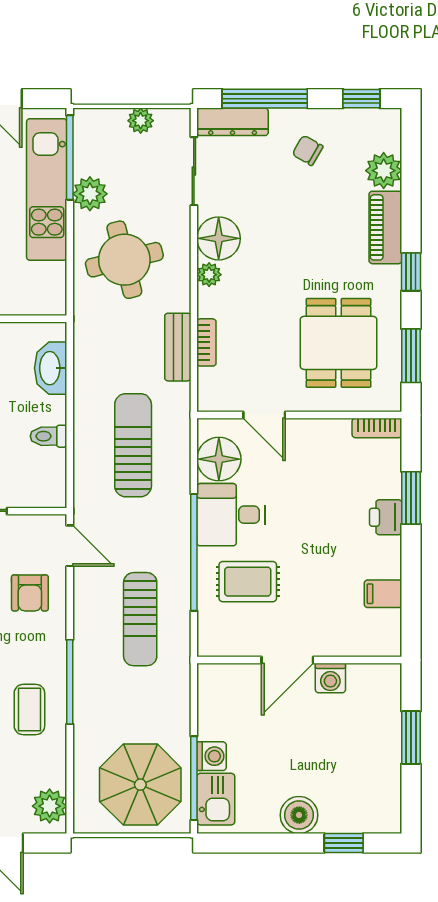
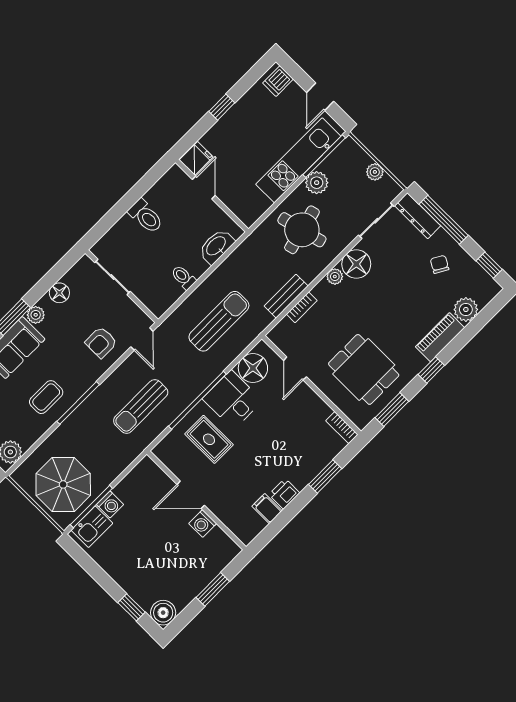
dining table: (339, 343) -> (364, 369), turned 90
printer: (386, 517) -> (284, 494), moved
boiler: (299, 815) -> (163, 613), moved

